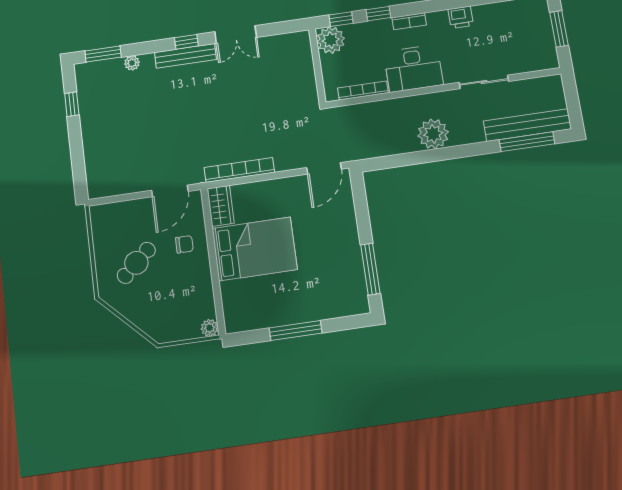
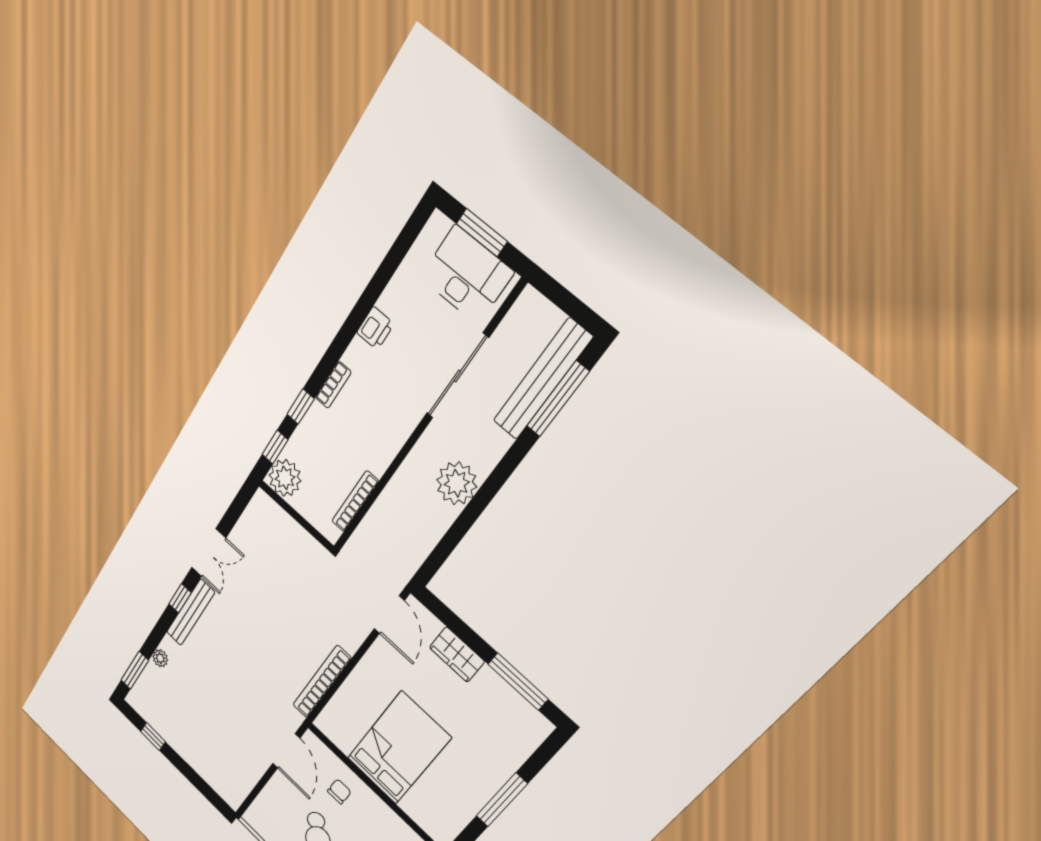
desk: (413, 68) -> (467, 275), moved, turned -90
sliding door: (484, 82) -> (457, 376), width x1.37
wardrobe: (221, 206) -> (457, 654), moved, turned 180

